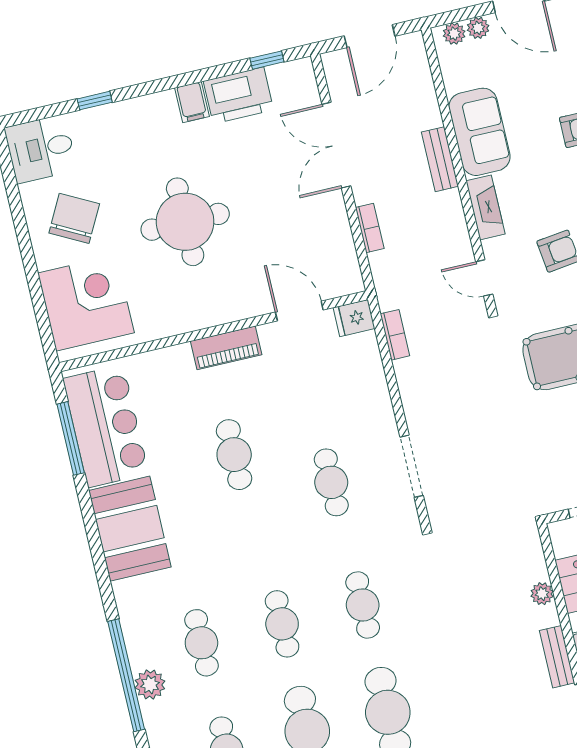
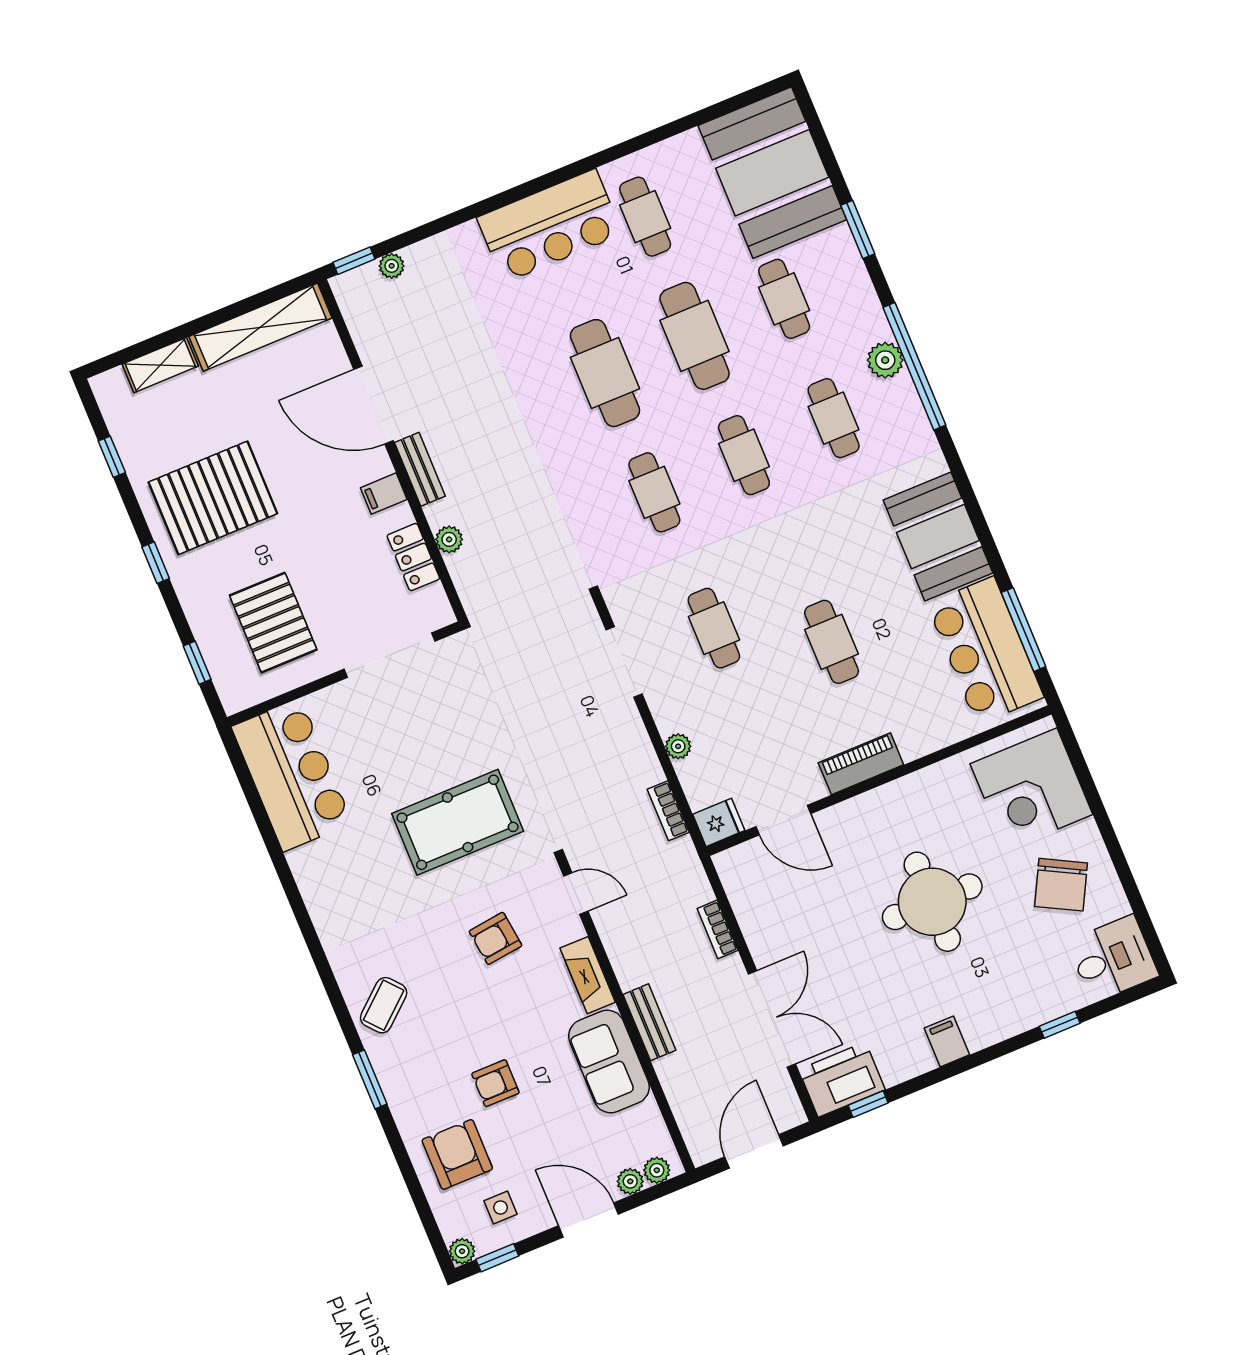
printer: (238, 95) -> (842, 1080), moved
plant: (378, 388) -> (678, 746), added

